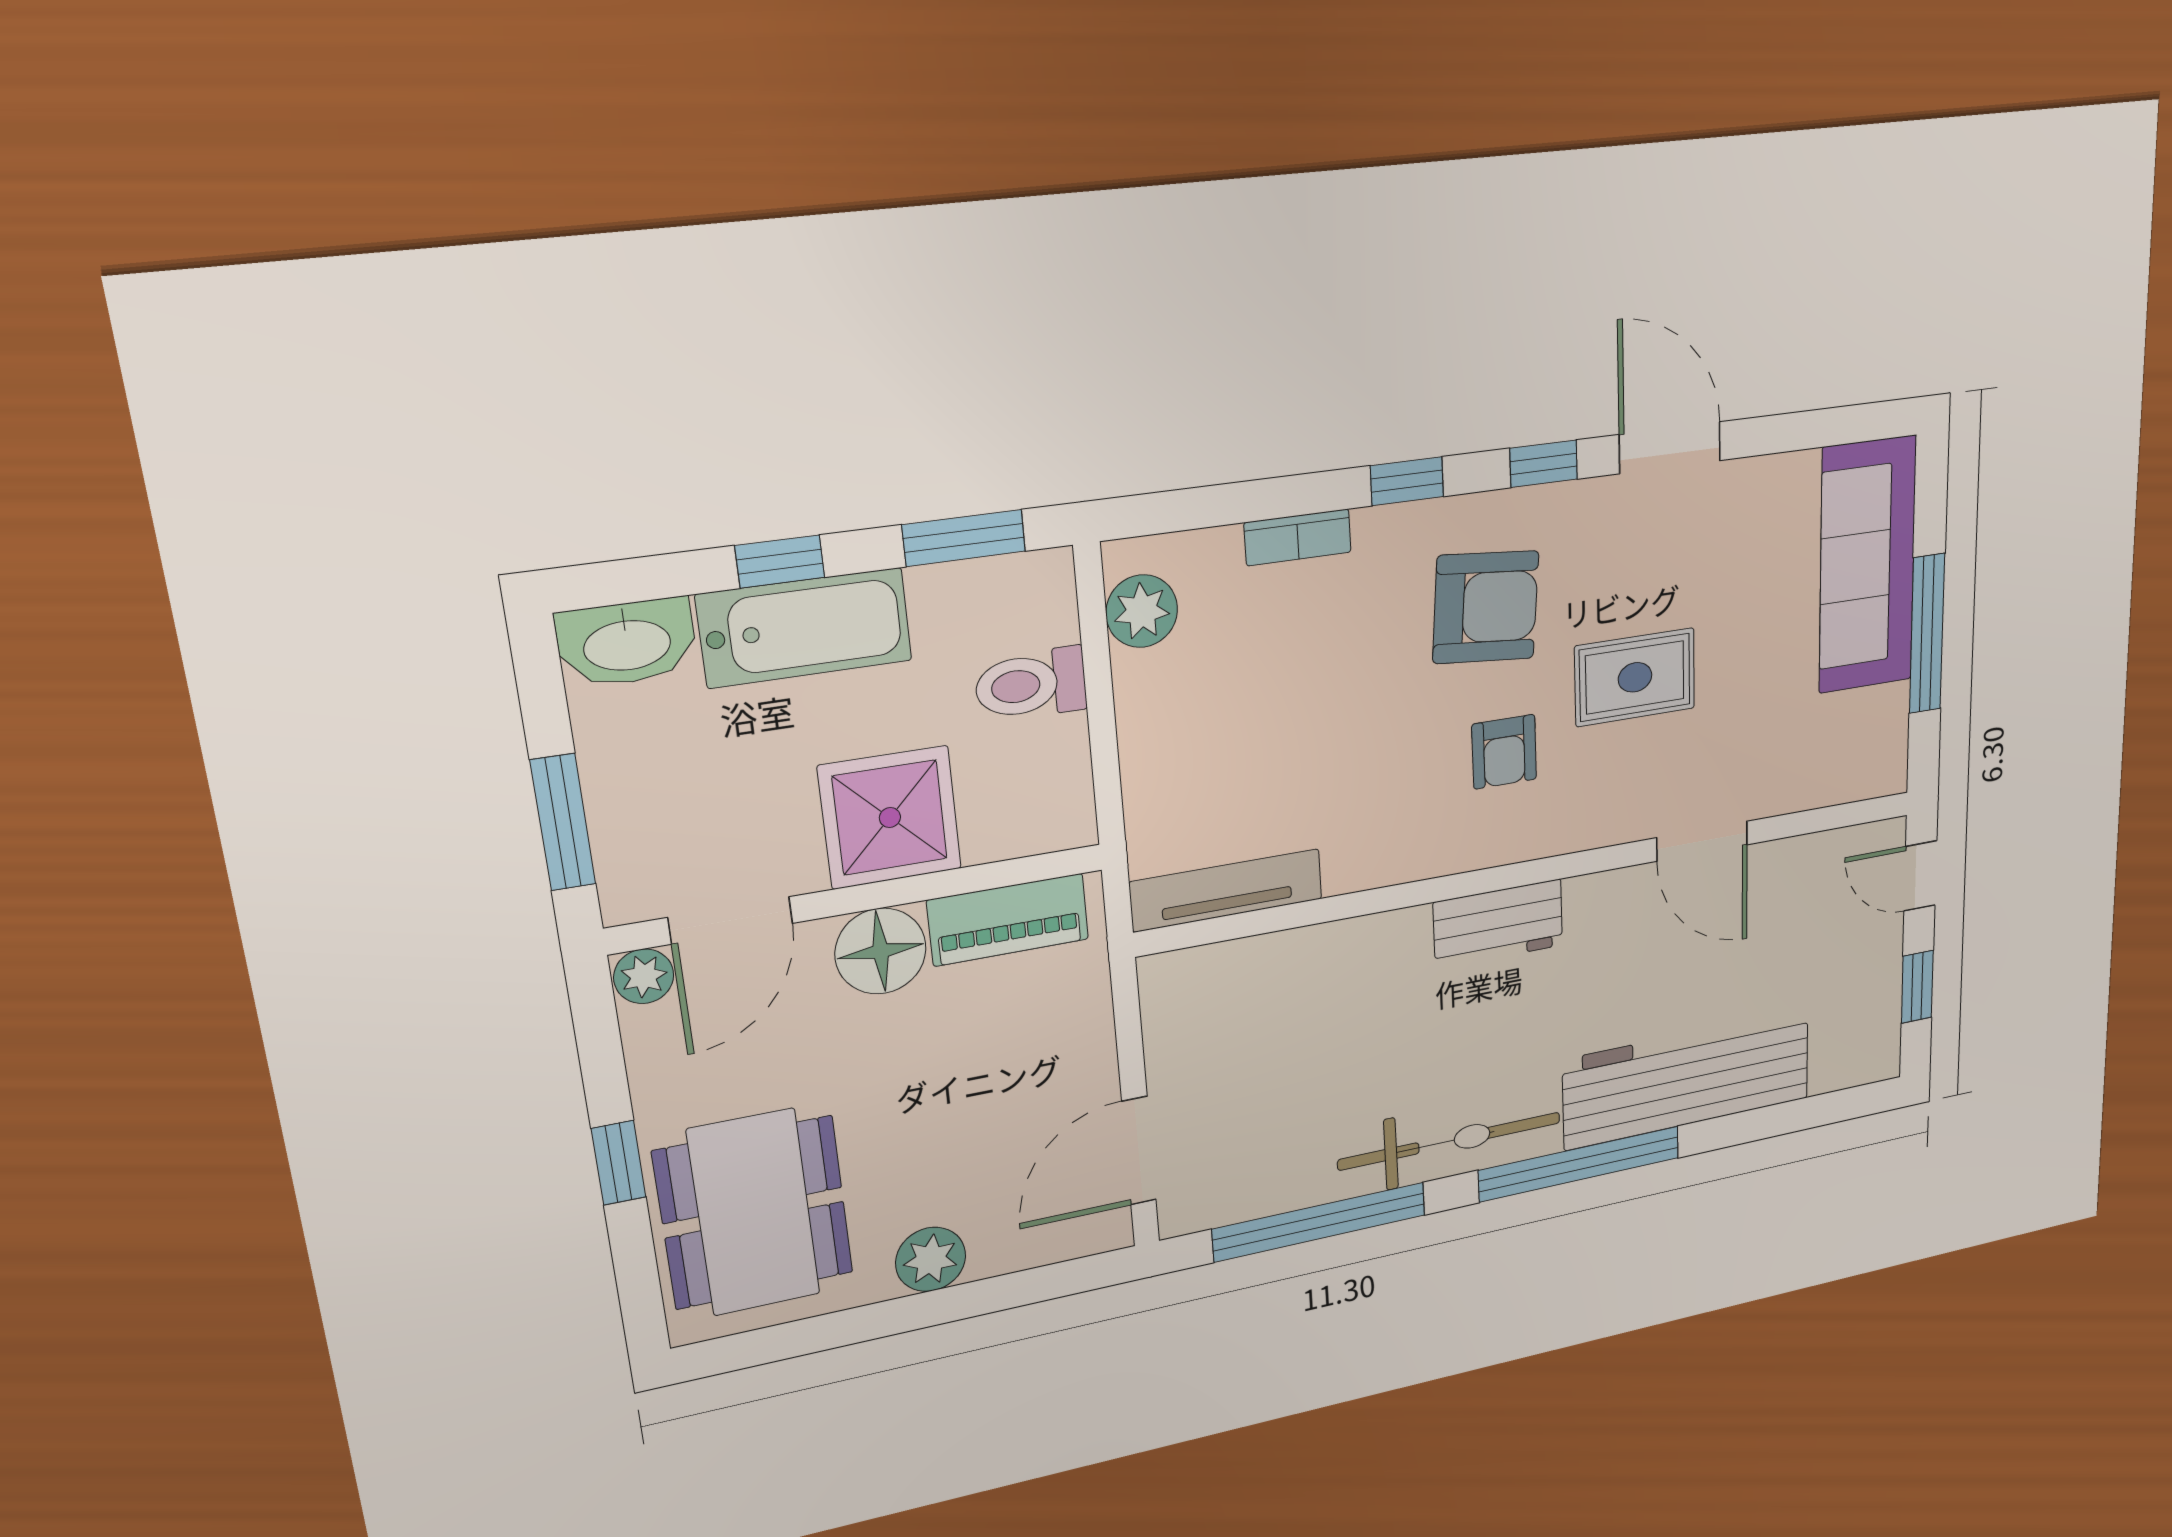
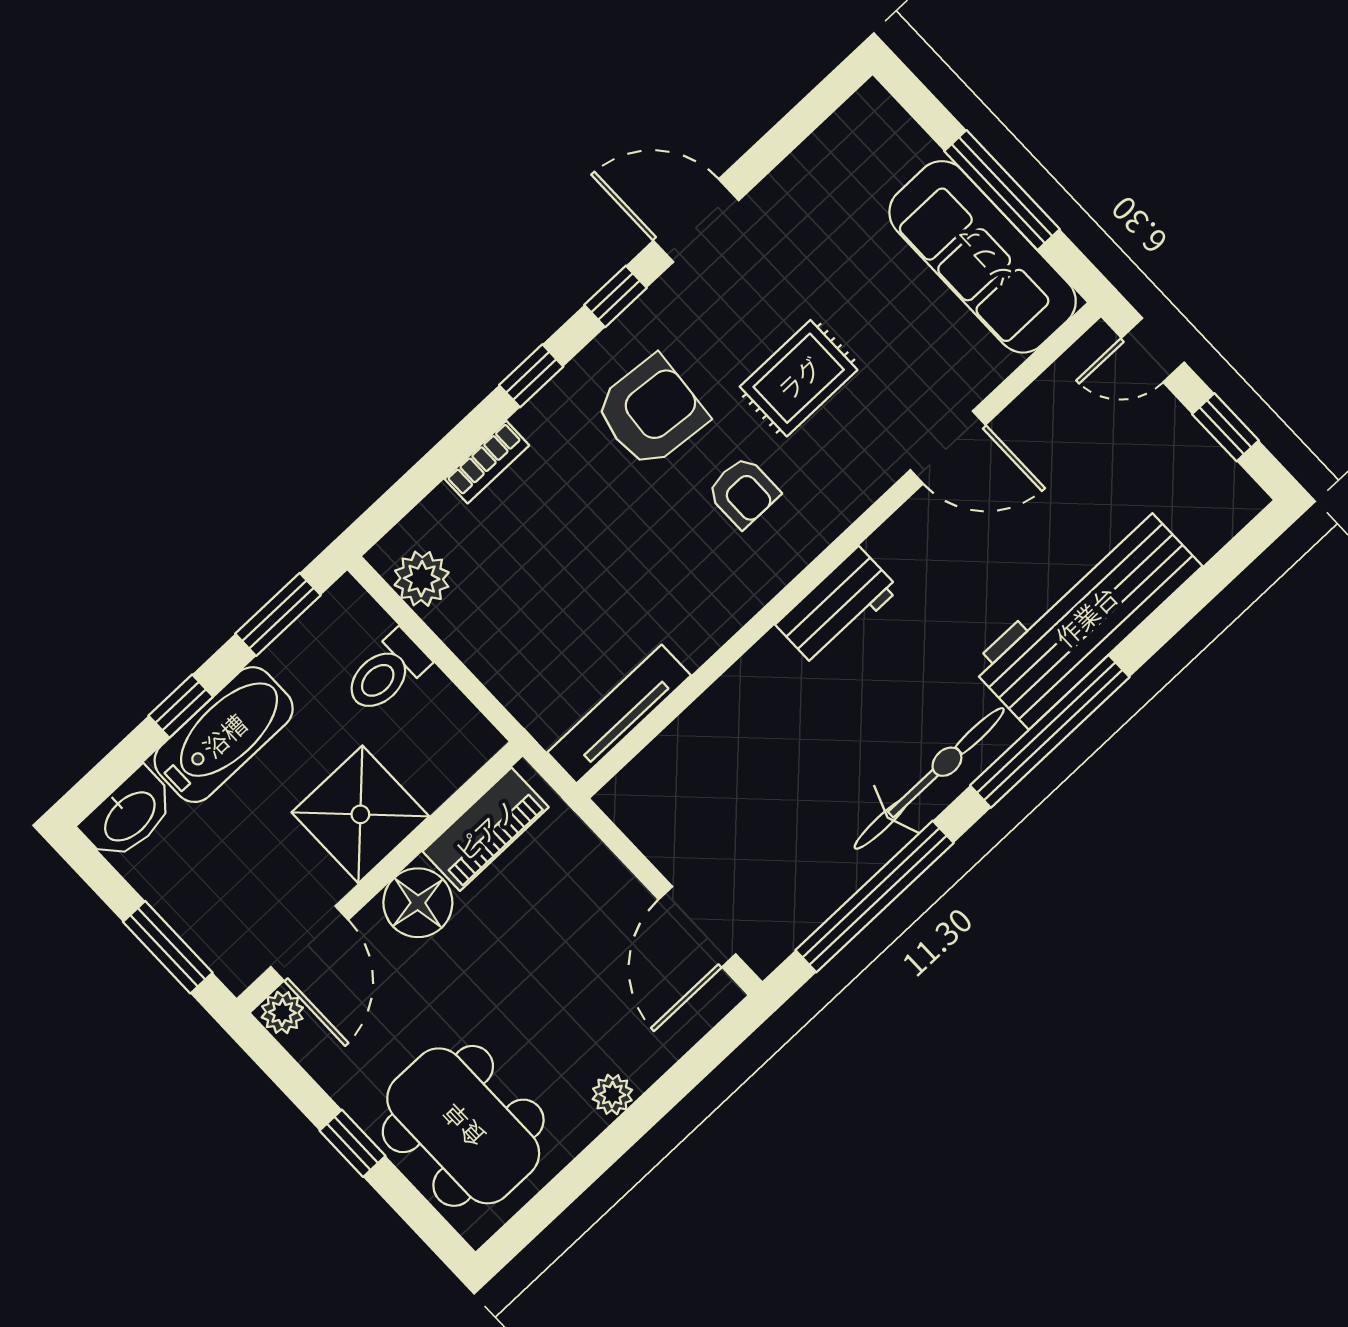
sofa: (1867, 565) -> (983, 257), moved
plant: (931, 1259) -> (612, 1095), width x0.73, depth x0.73

